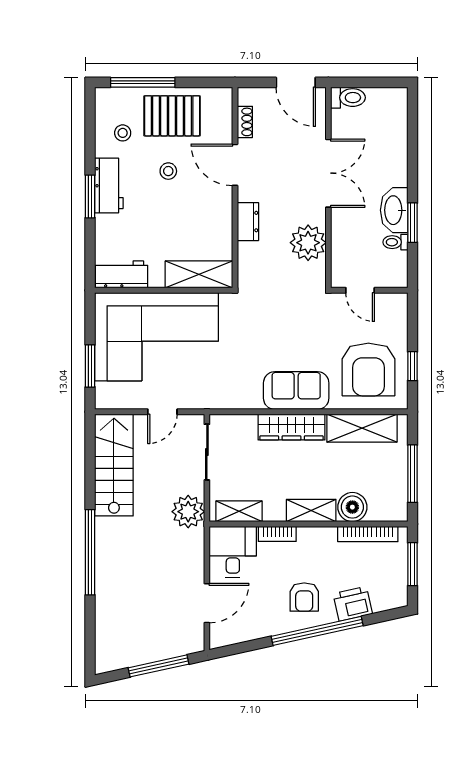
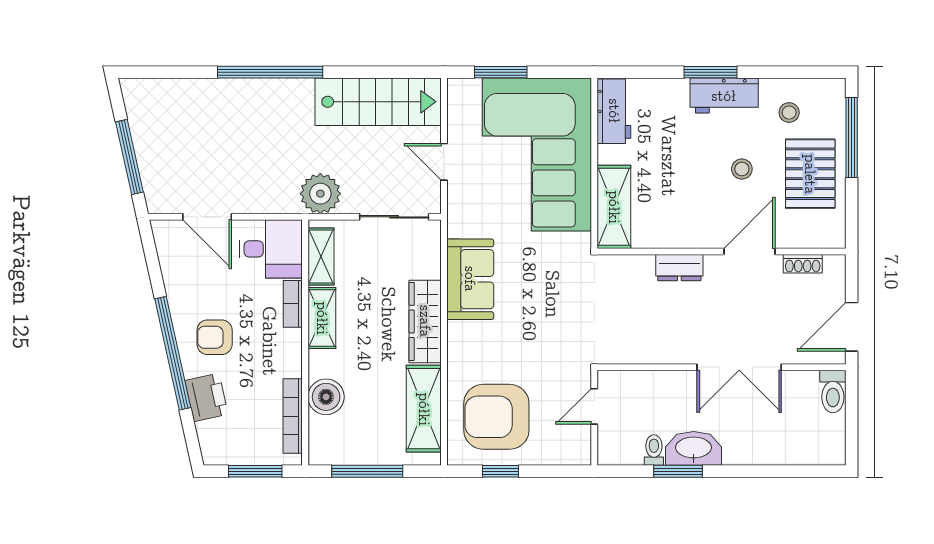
plant: (308, 243) -> (653, 342), removed
sofa: (296, 391) -> (470, 279), moved
shelving: (311, 510) -> (322, 318), moved

